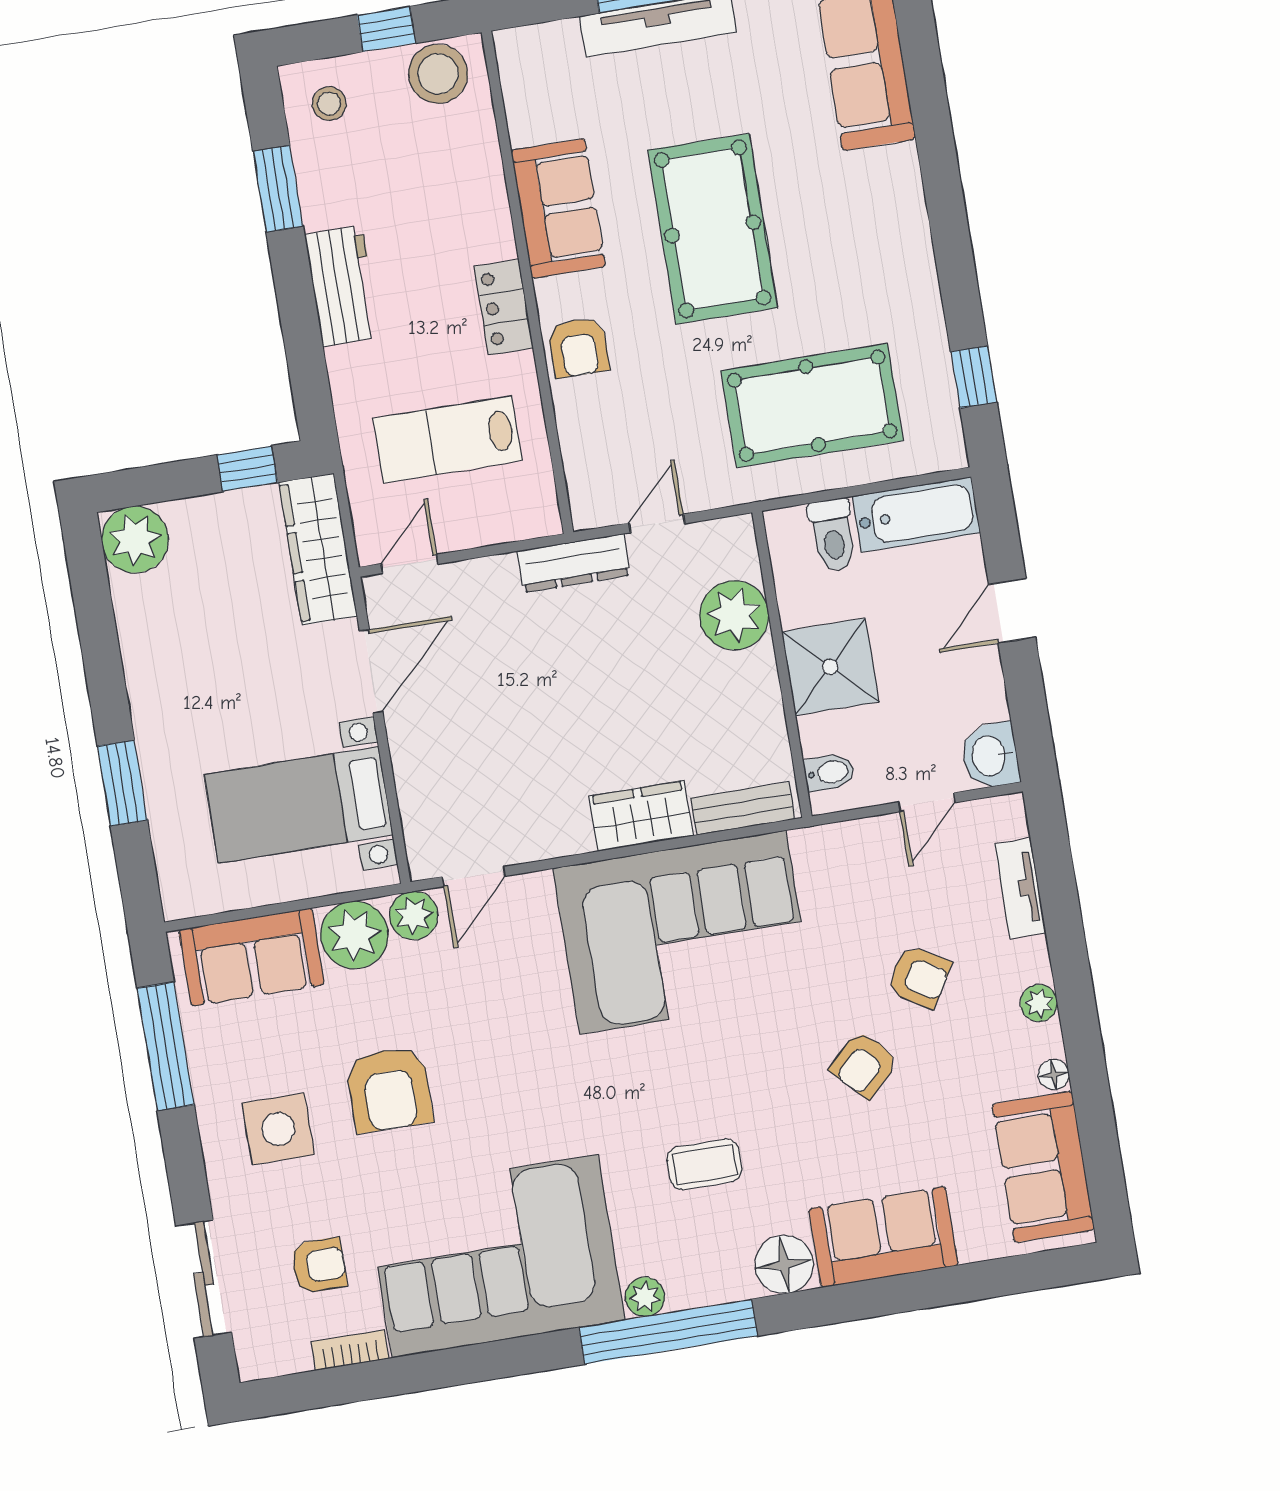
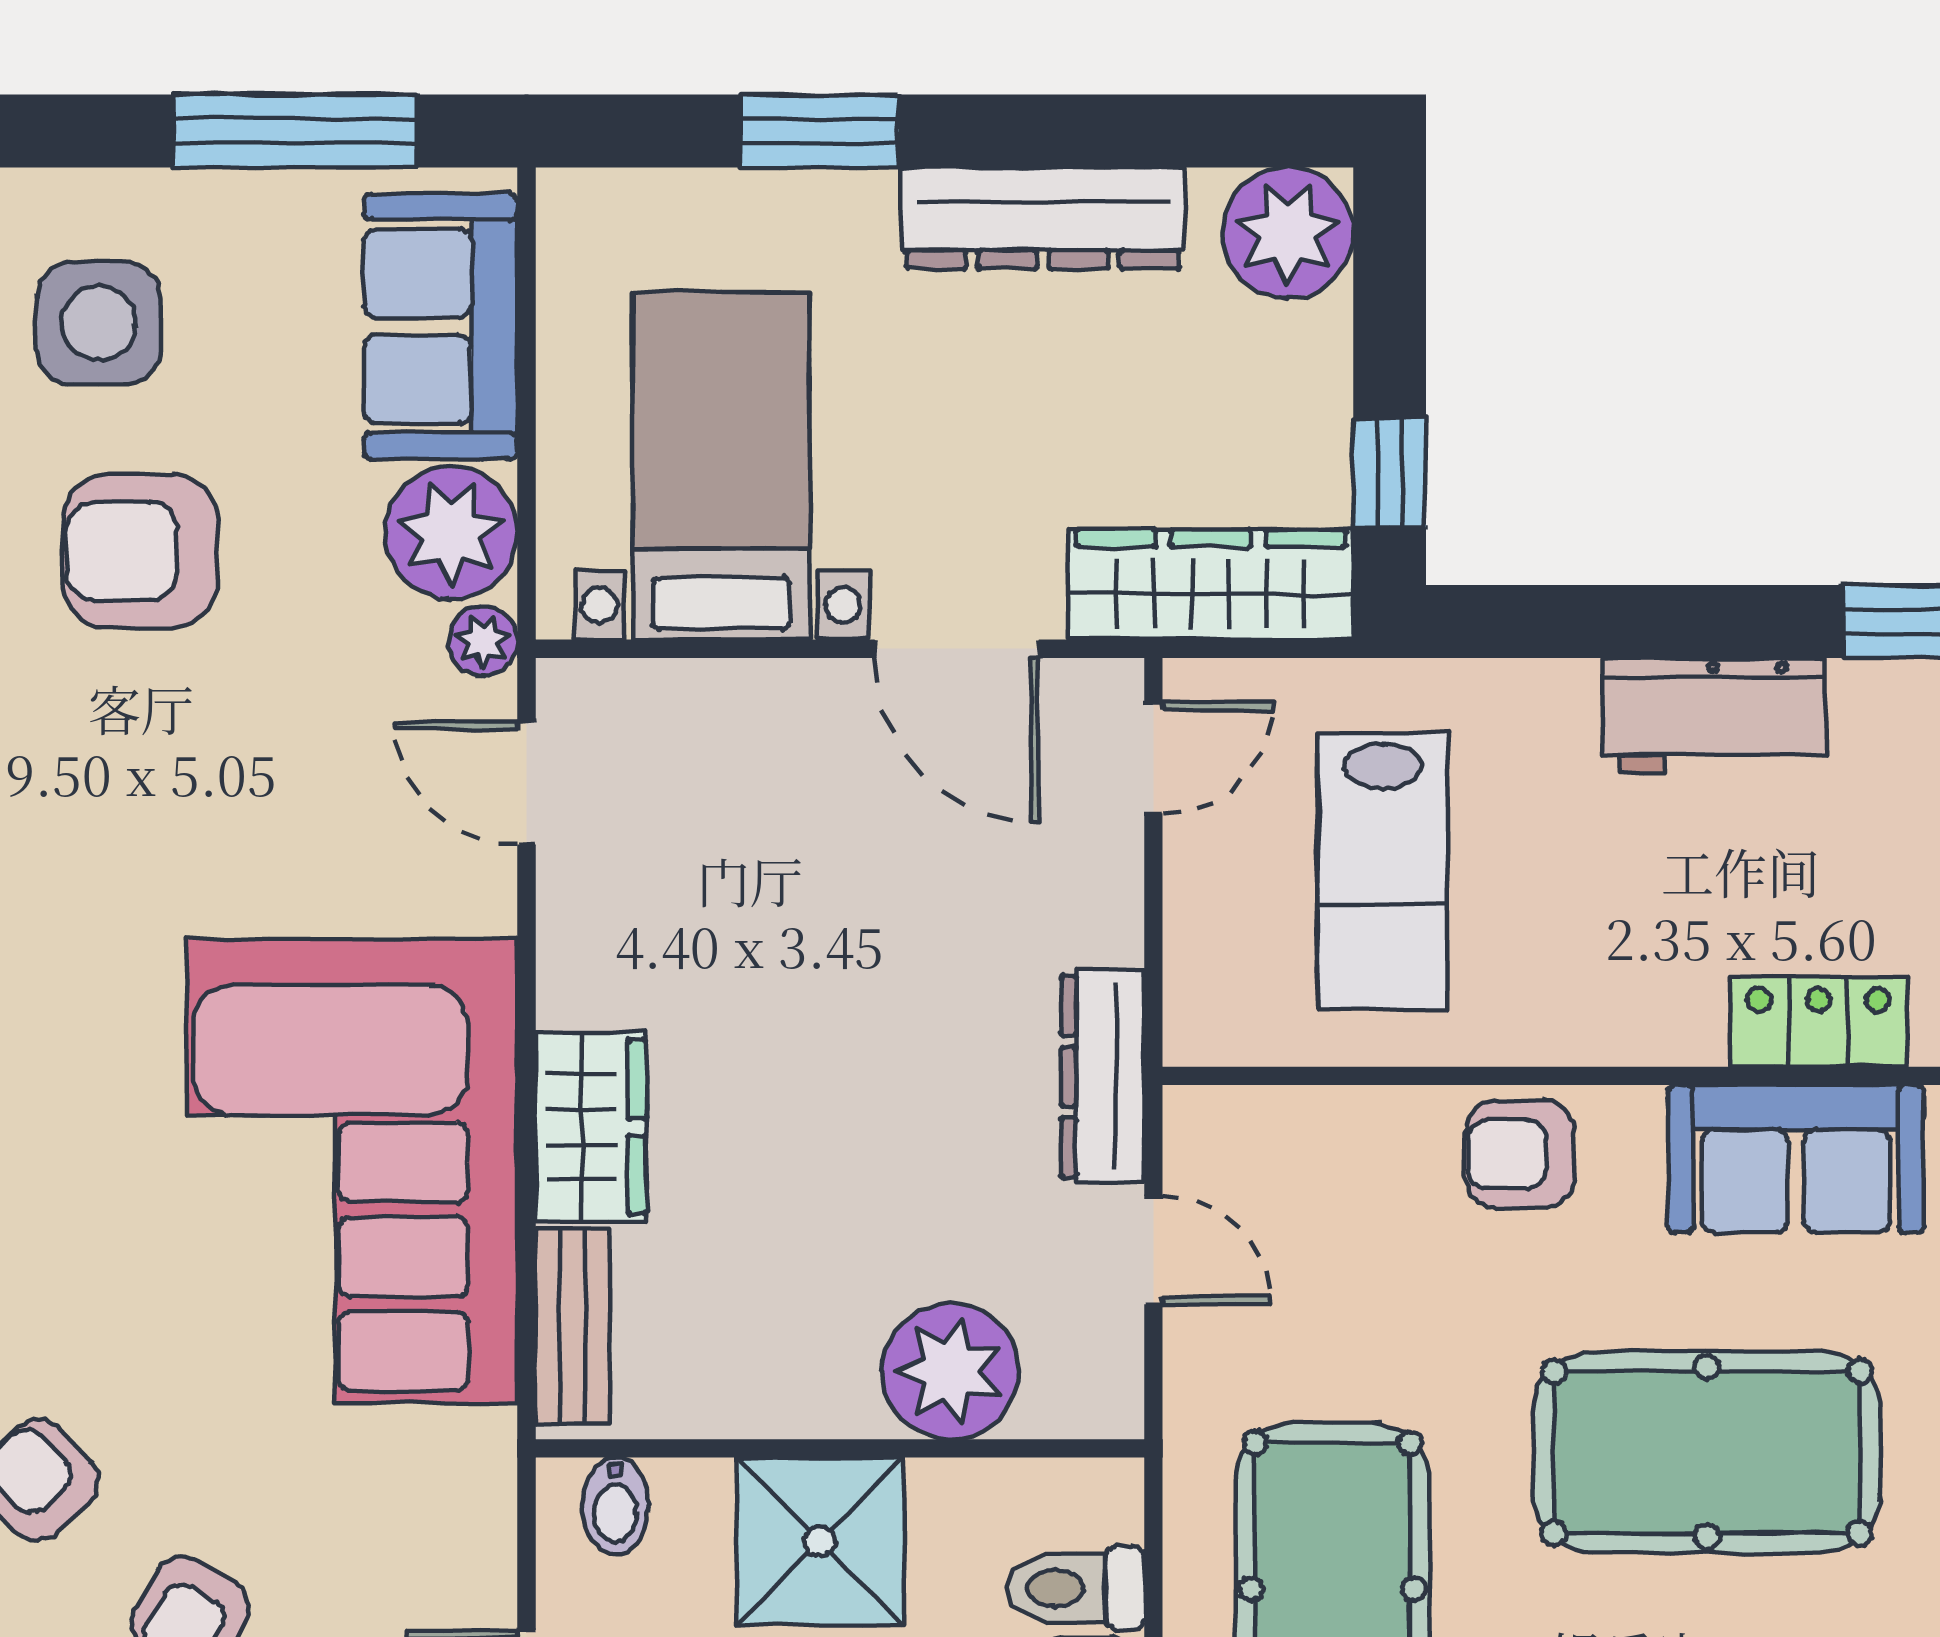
locker: (504, 307) -> (1819, 1022), moved
lab bench: (448, 439) -> (1383, 871), turned 180
door: (410, 564) -> (1153, 758), hinge flipped
dresser: (148, 664) -> (1043, 218), added
plant: (414, 916) -> (483, 641), width x0.73, depth x0.73

